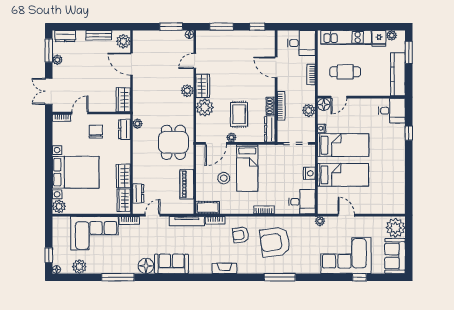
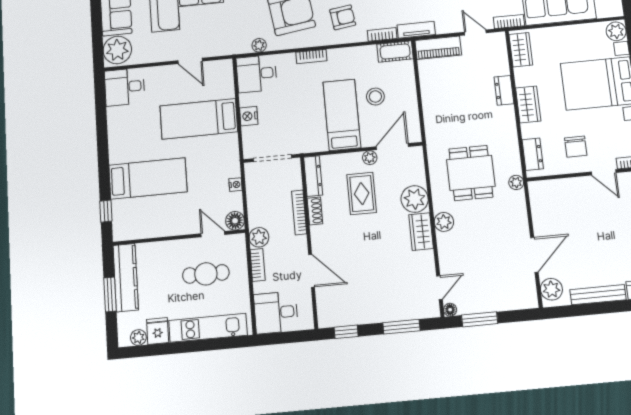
bench: (99, 35) -> (598, 295), width x1.36
window: (409, 52) -> (110, 294), moved
door: (195, 61) -> (439, 288), moved
door: (131, 64) -> (534, 255), hinge flipped
door: (339, 97) -> (213, 234), hinge flipped
wardrobe: (123, 100) -> (540, 199), removed
plant: (309, 110) -> (259, 237), moved
desk: (392, 111) -> (125, 87), moved
door: (80, 113) -> (604, 172), hinge flipped
plant: (137, 124) -> (516, 182), moved
window: (409, 133) -> (106, 211), moved
dining table: (173, 142) -> (471, 173), moved
bed: (343, 145) -> (148, 178), moved, turned 180
wardrobe: (123, 176) -> (528, 104), moved
piano: (187, 184) -> (438, 48), moved, turned 90
dresser: (138, 193) -> (504, 90), moved
door: (153, 215) -> (475, 32), swing flipped
tv unit: (187, 221) -> (416, 30), width x0.71
plant: (320, 221) -> (259, 45), moved

